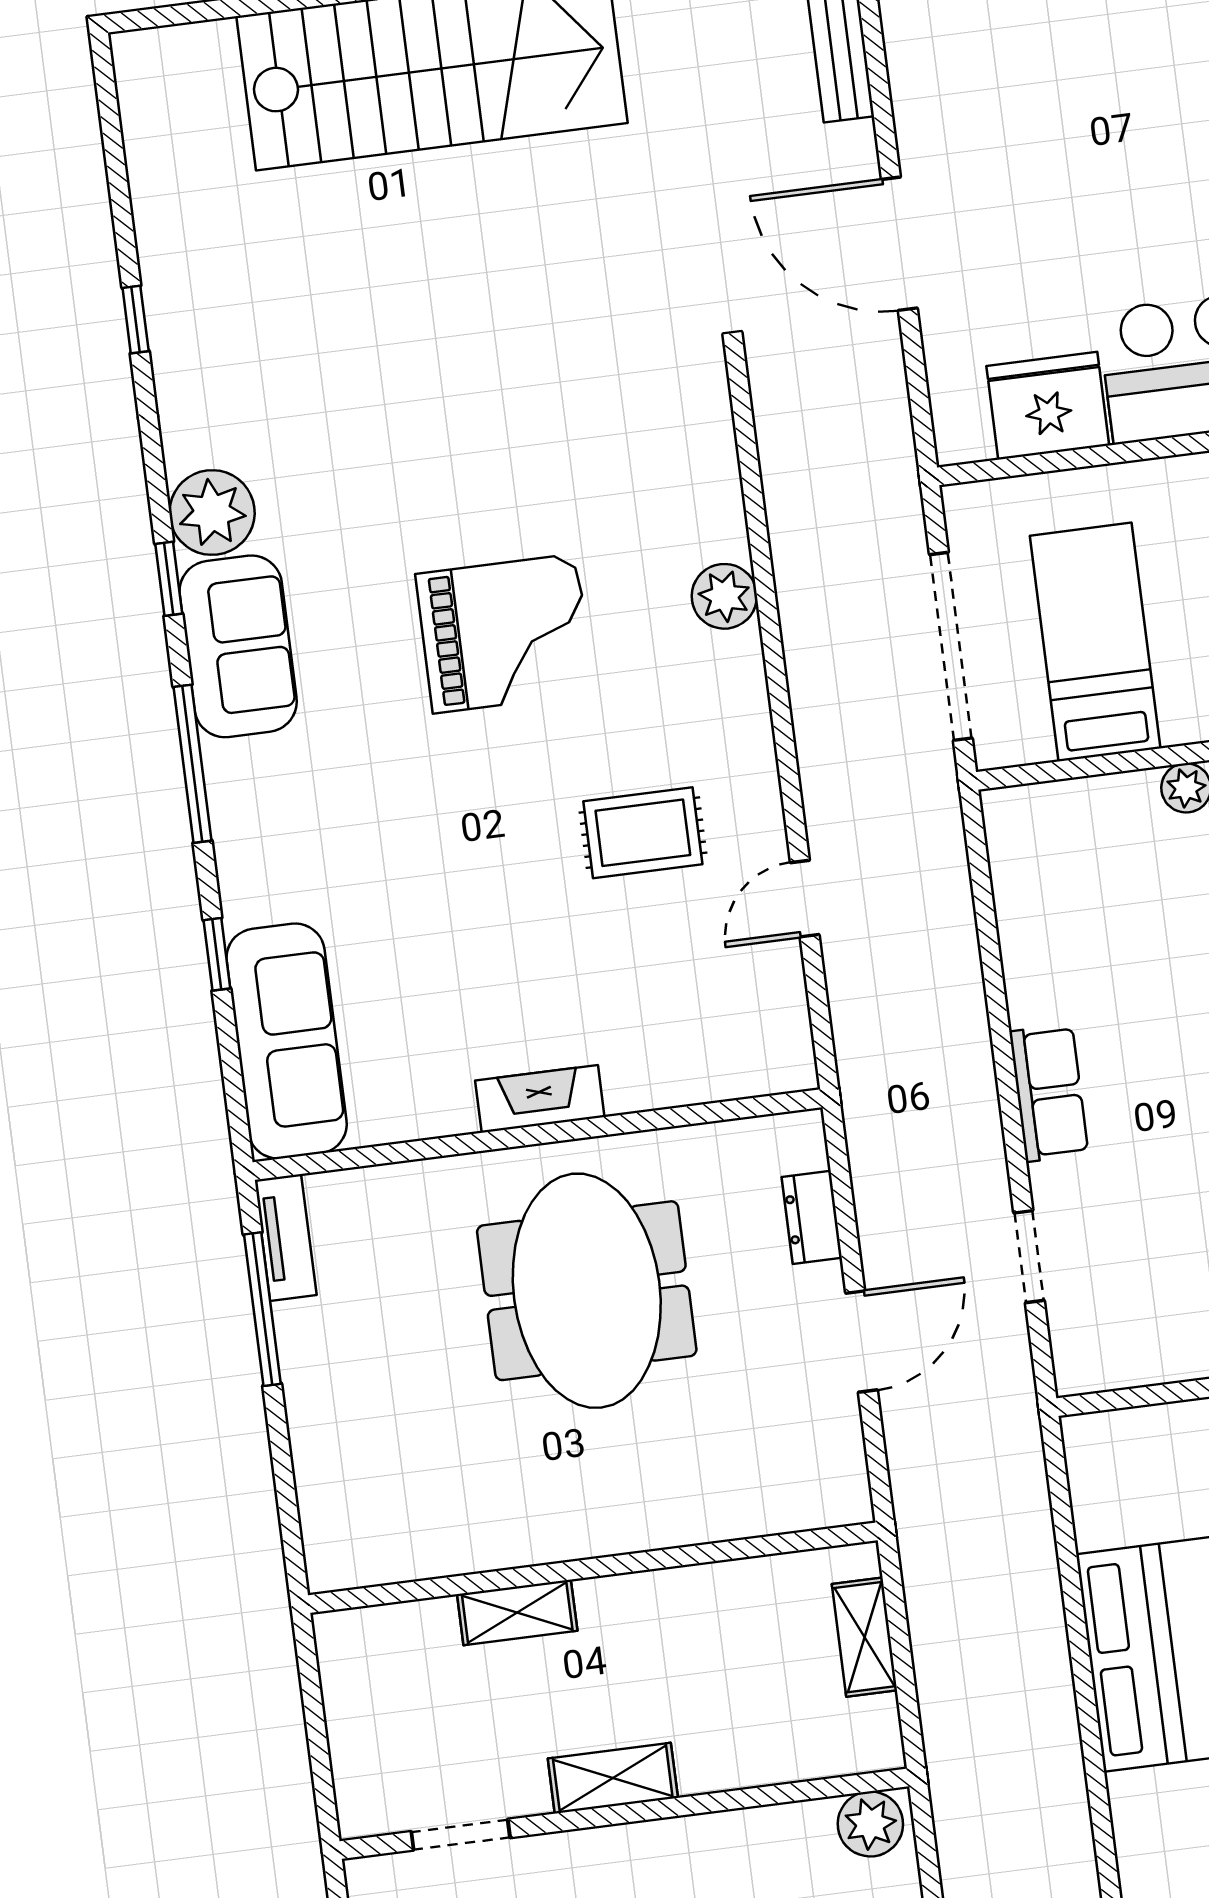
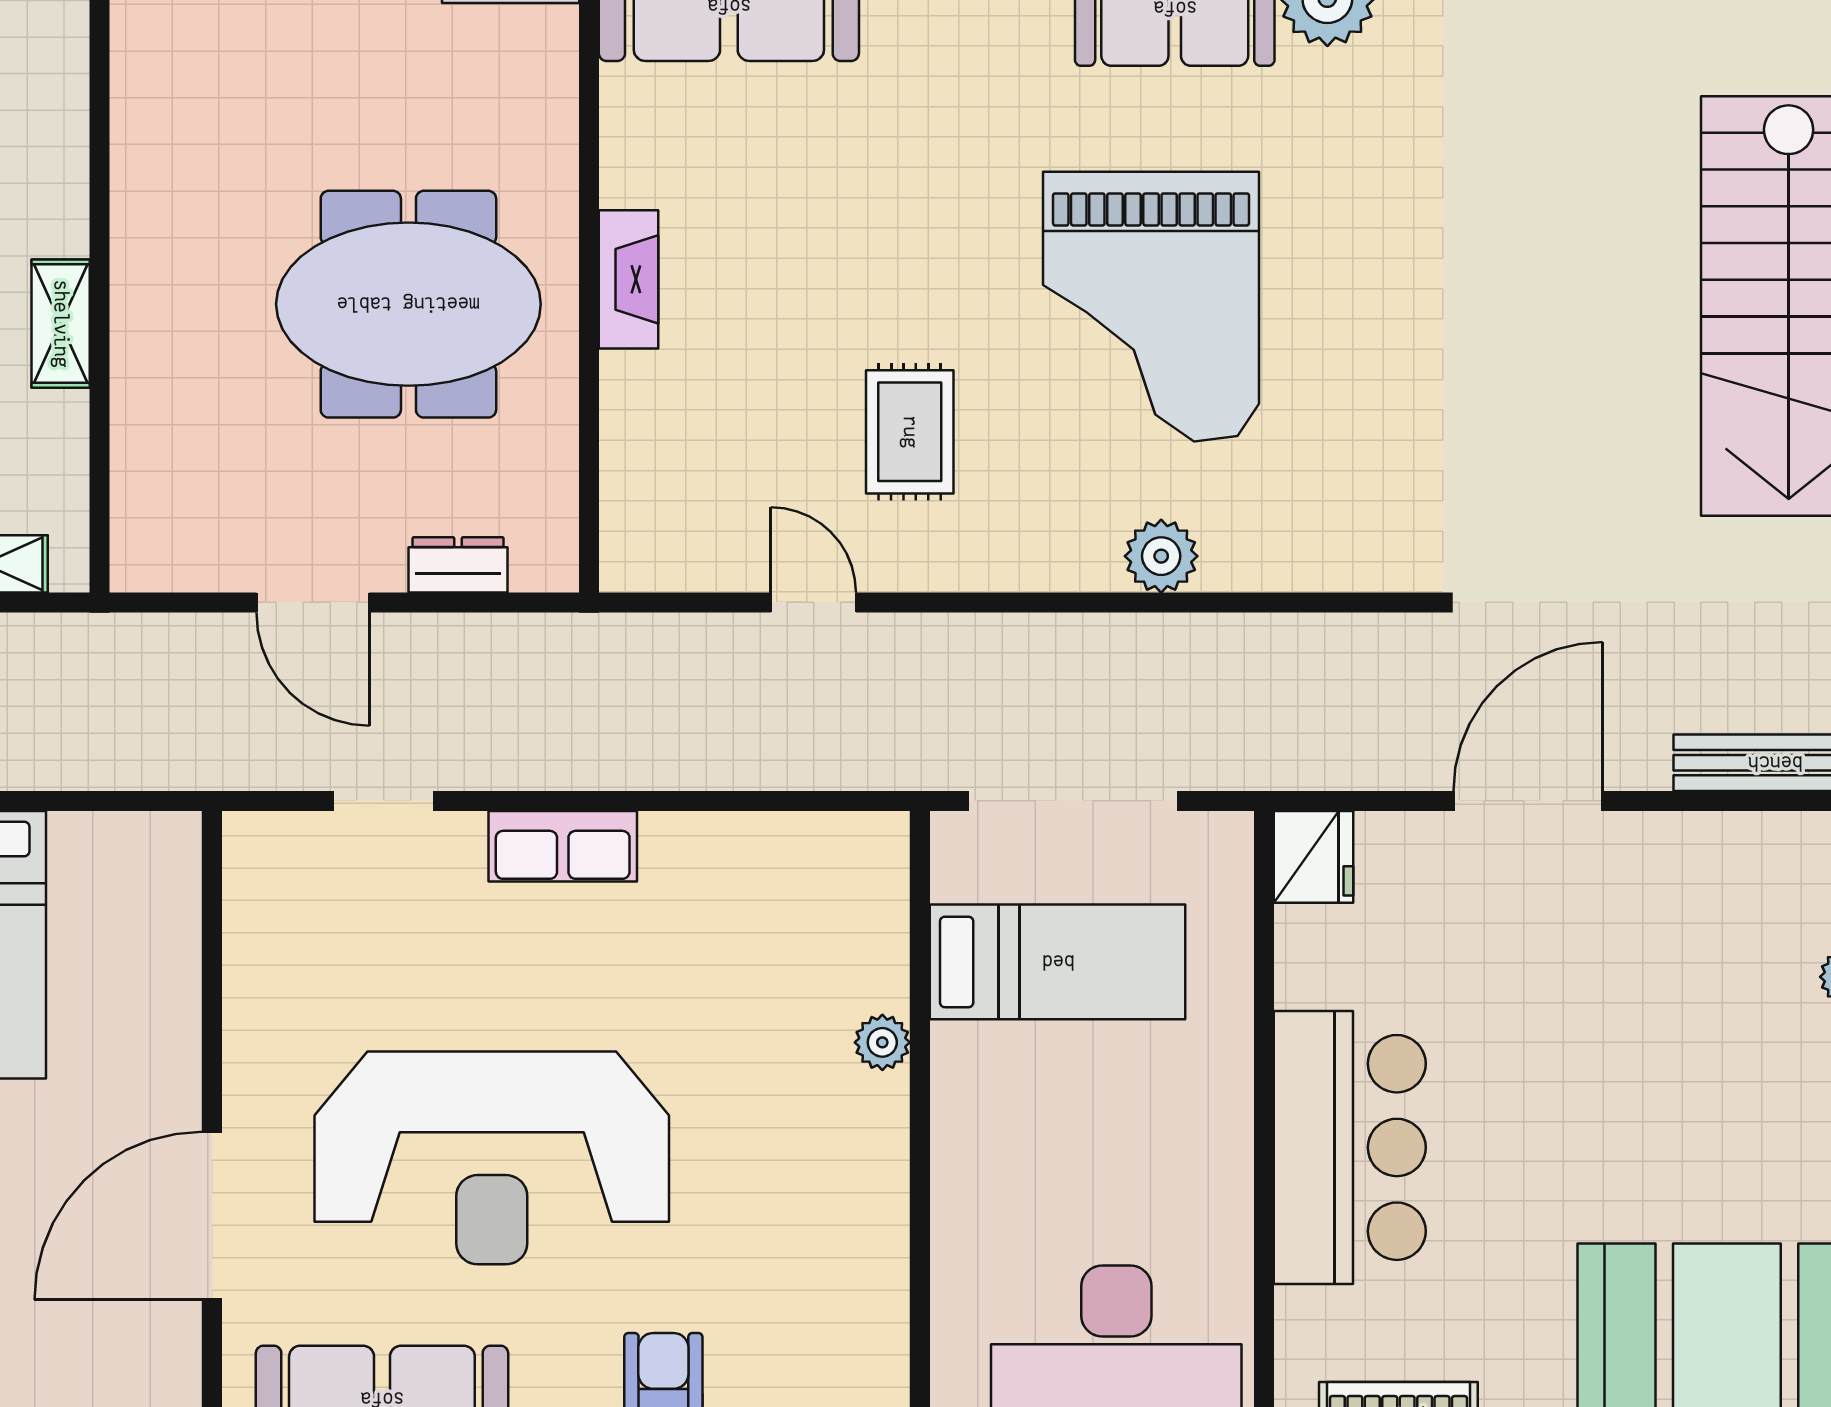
fridge: (1048, 406) -> (1314, 857), moved, width x0.73, depth x0.75
grand piano: (505, 634) -> (1151, 307), width x1.37, depth x1.48
shelving: (517, 1612) -> (61, 324), moved

